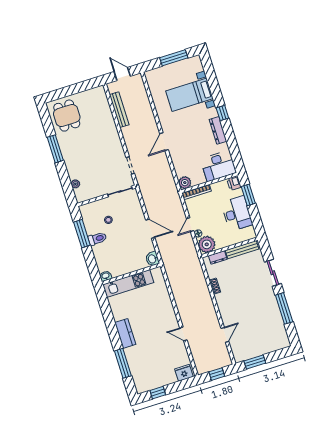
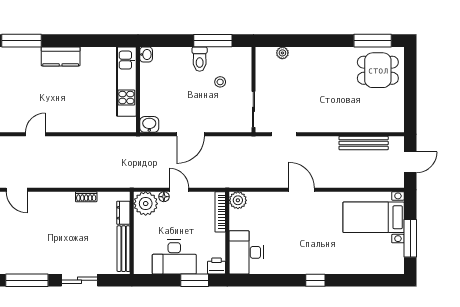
bed with nightstands: (189, 95) -> (374, 217), moved, turned -90
dresser: (218, 130) -> (294, 267), removed
window: (55, 149) -> (373, 41), moved

